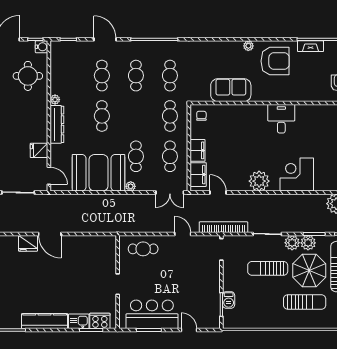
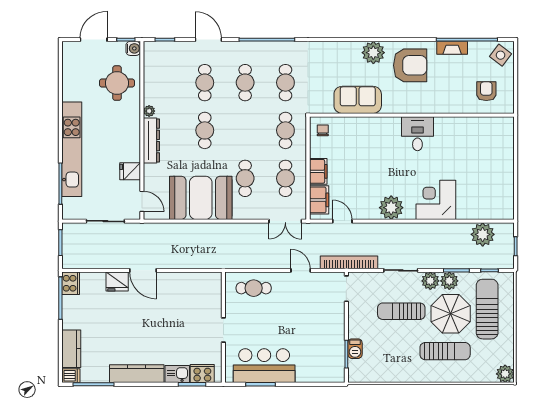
plant: (248, 46) -> (373, 53), width x1.88, depth x1.88
plant: (131, 186) -> (239, 214), removed
door: (189, 330) -> (308, 384), removed

